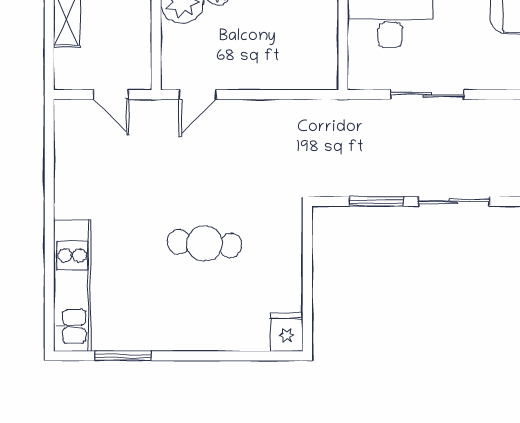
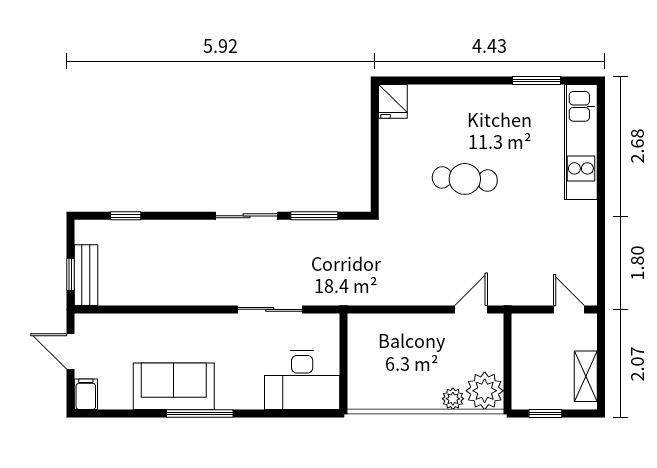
door: (111, 95) -> (569, 309), moved

